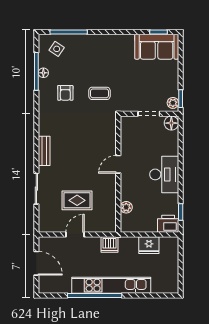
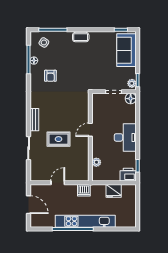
sofa: (157, 47) -> (127, 50), moved, turned 90
coffee table: (99, 93) -> (81, 37), moved
rug: (77, 200) -> (59, 139), moved

